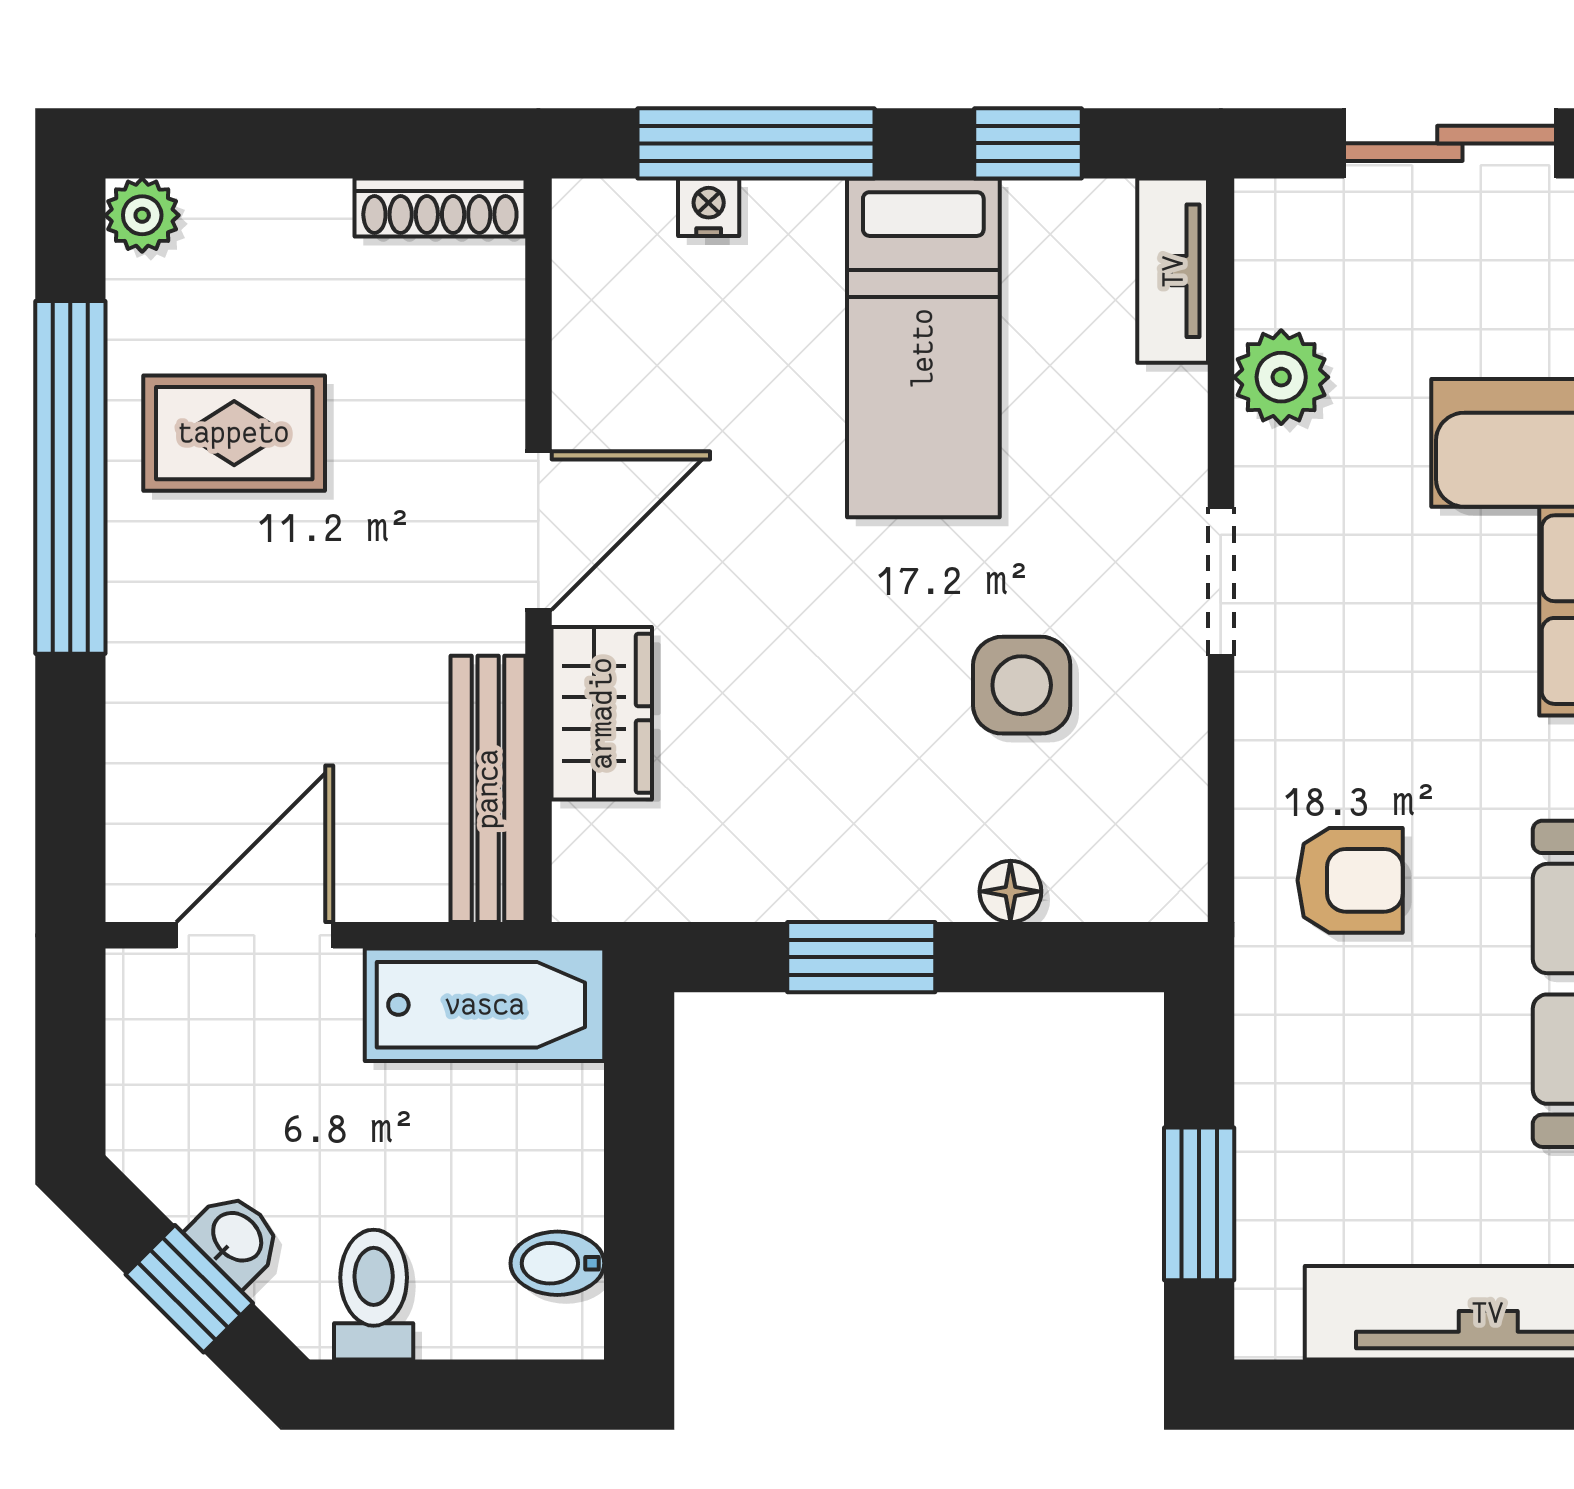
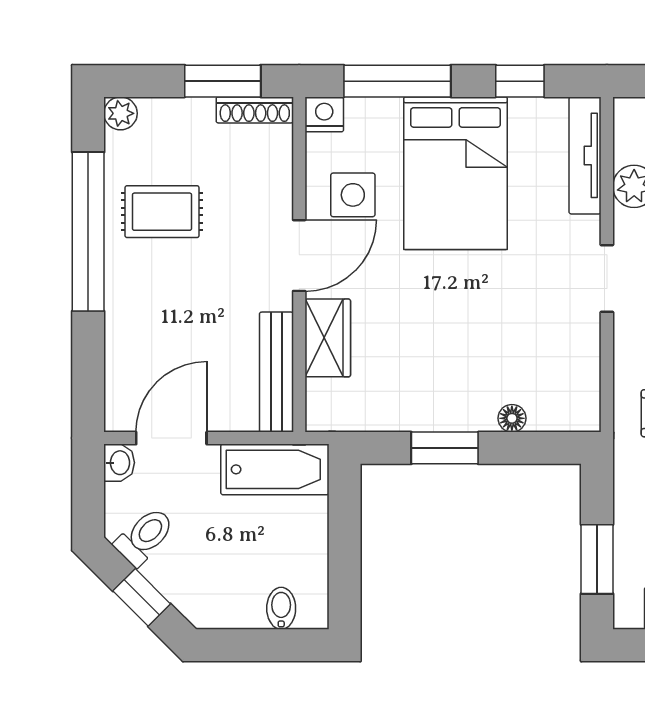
window: (369, 143) -> (223, 81), added
nightstand: (709, 207) -> (324, 114), moved, width x1.39, depth x1.35
tv unit: (1173, 271) -> (585, 155), width x1.41
bed: (923, 348) -> (455, 173), width x1.50
side table: (1022, 685) -> (353, 195), moved
washbasin: (236, 1238) -> (119, 463), moved, turned 45
bidet: (557, 1263) -> (281, 608), moved, turned 90
toilet: (374, 1295) -> (145, 536), moved, turned 45

